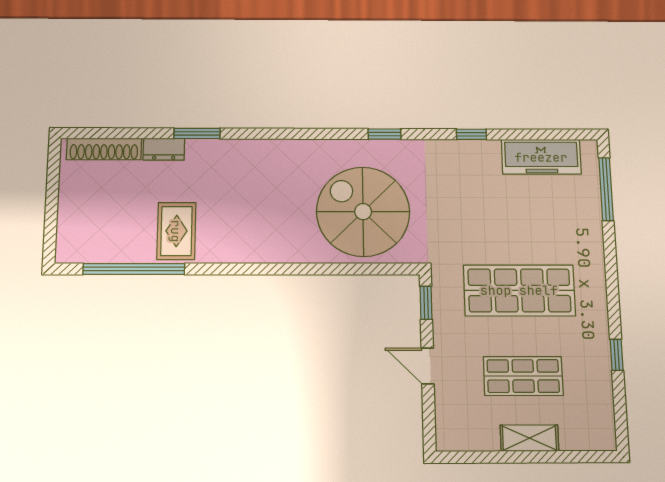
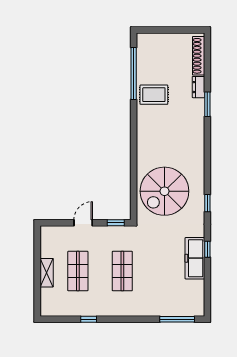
freezer: (541, 157) -> (195, 258), moved
spiral stairs: (363, 212) -> (164, 191), turned 180
shop shelf: (519, 290) -> (122, 271), width x0.70, depth x0.74

